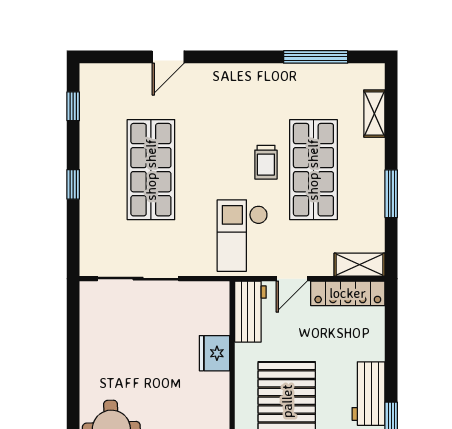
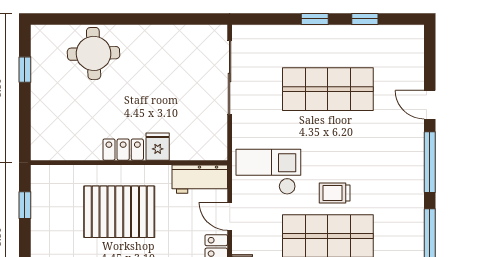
window: (232, 57) -> (430, 162), added
window: (73, 106) -> (365, 19), moved
fridge: (215, 353) -> (158, 147), width x0.72
locker: (218, 396) -> (123, 150), added

